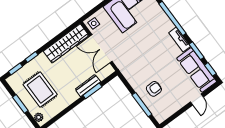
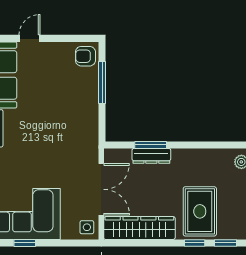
armchair: (154, 89) -> (85, 56), moved
rug: (40, 90) -> (200, 211), moved

